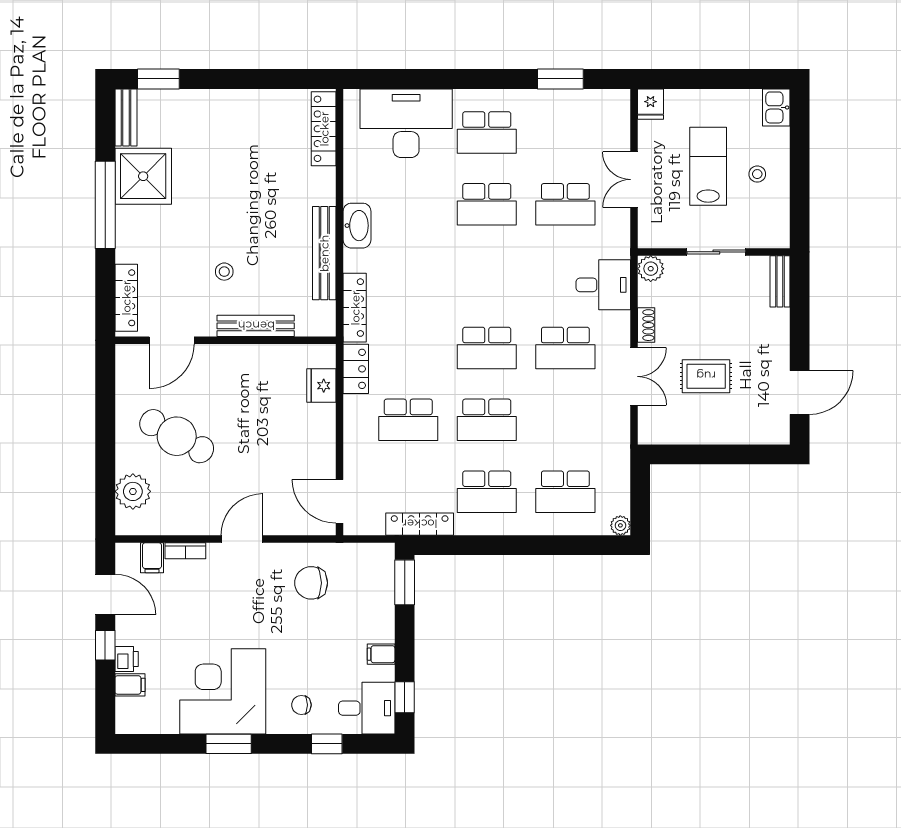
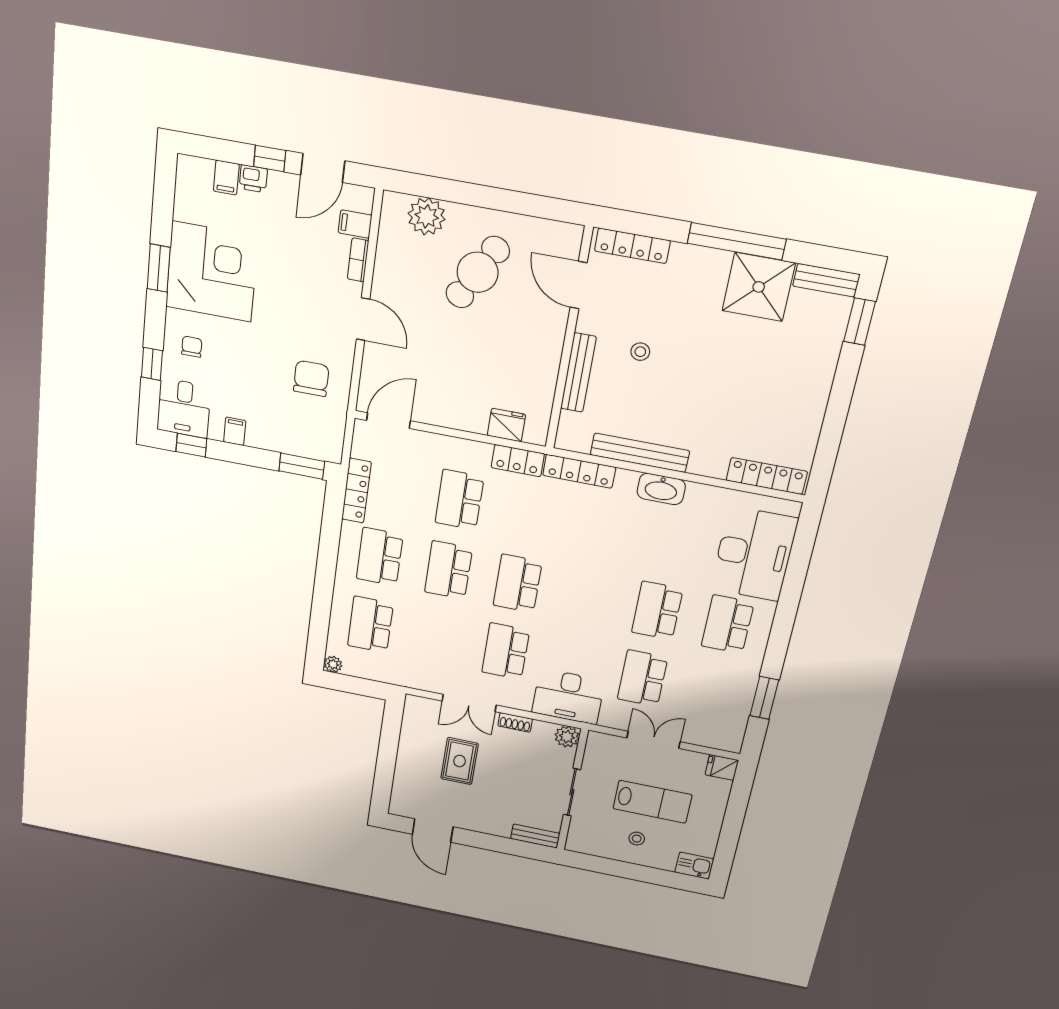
desk: (603, 285) -> (568, 696), width x1.37

